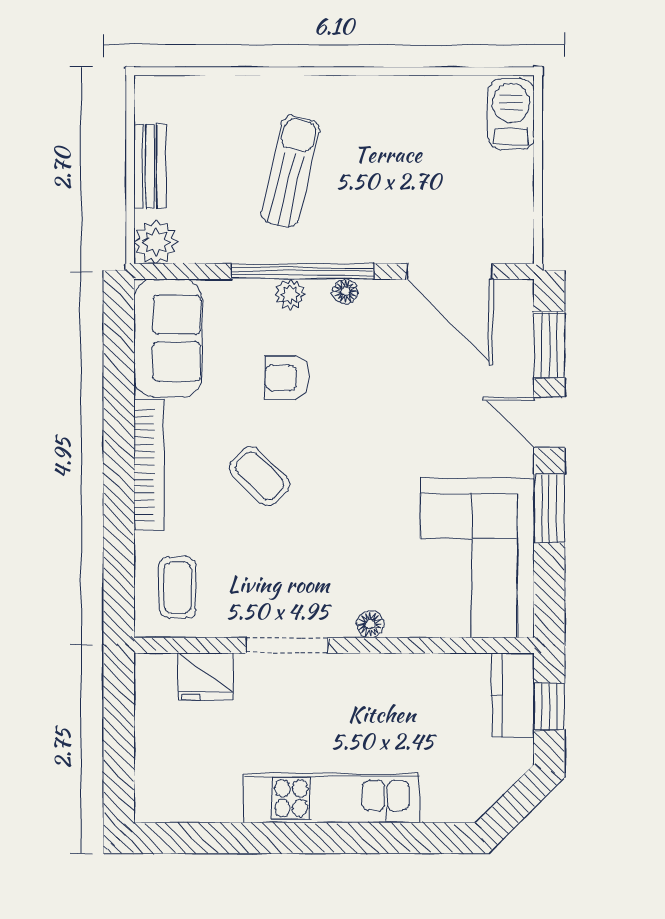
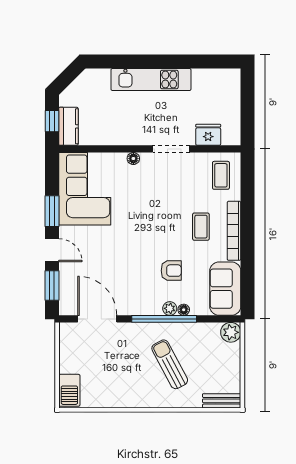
bench: (150, 167) -> (222, 401), moved, turned 90
sun lounger: (290, 171) -> (170, 364), turned 139
floor lamp: (345, 291) -> (184, 310), moved
coffee table: (260, 476) -> (201, 227), moved, turned 46

